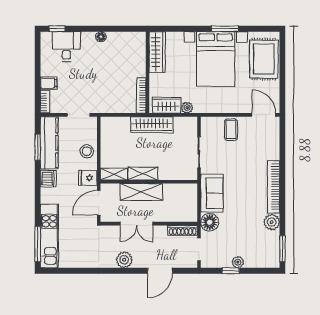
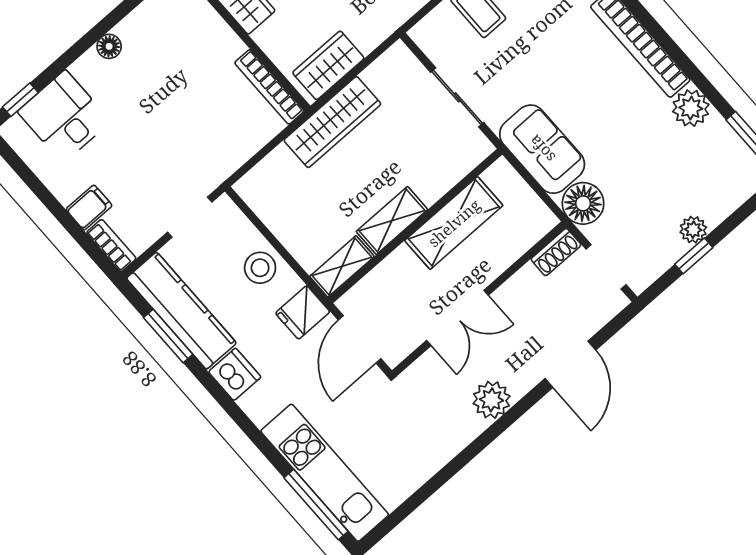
plant: (187, 108) -> (368, 38), removed
shelving: (141, 192) -> (454, 223), moved
shoe rack: (183, 230) -> (556, 252), width x0.70

